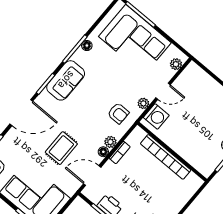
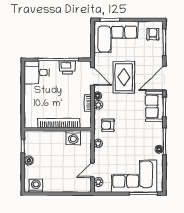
sofa: (66, 80) -> (154, 106), moved
door: (163, 91) -> (93, 170), moved
washing machine: (156, 116) -> (73, 138), moved, turned -90
rug: (61, 148) -> (124, 77), width x1.36, depth x1.43
door: (92, 175) -> (93, 76), hinge flipped

